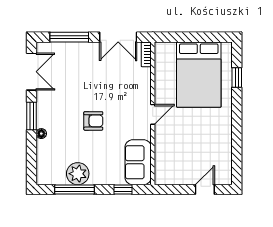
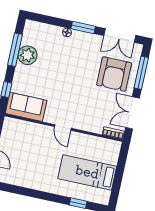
bed: (199, 75) -> (87, 172), width x0.67
armchair: (93, 121) -> (114, 74), moved, width x1.88, depth x1.88

